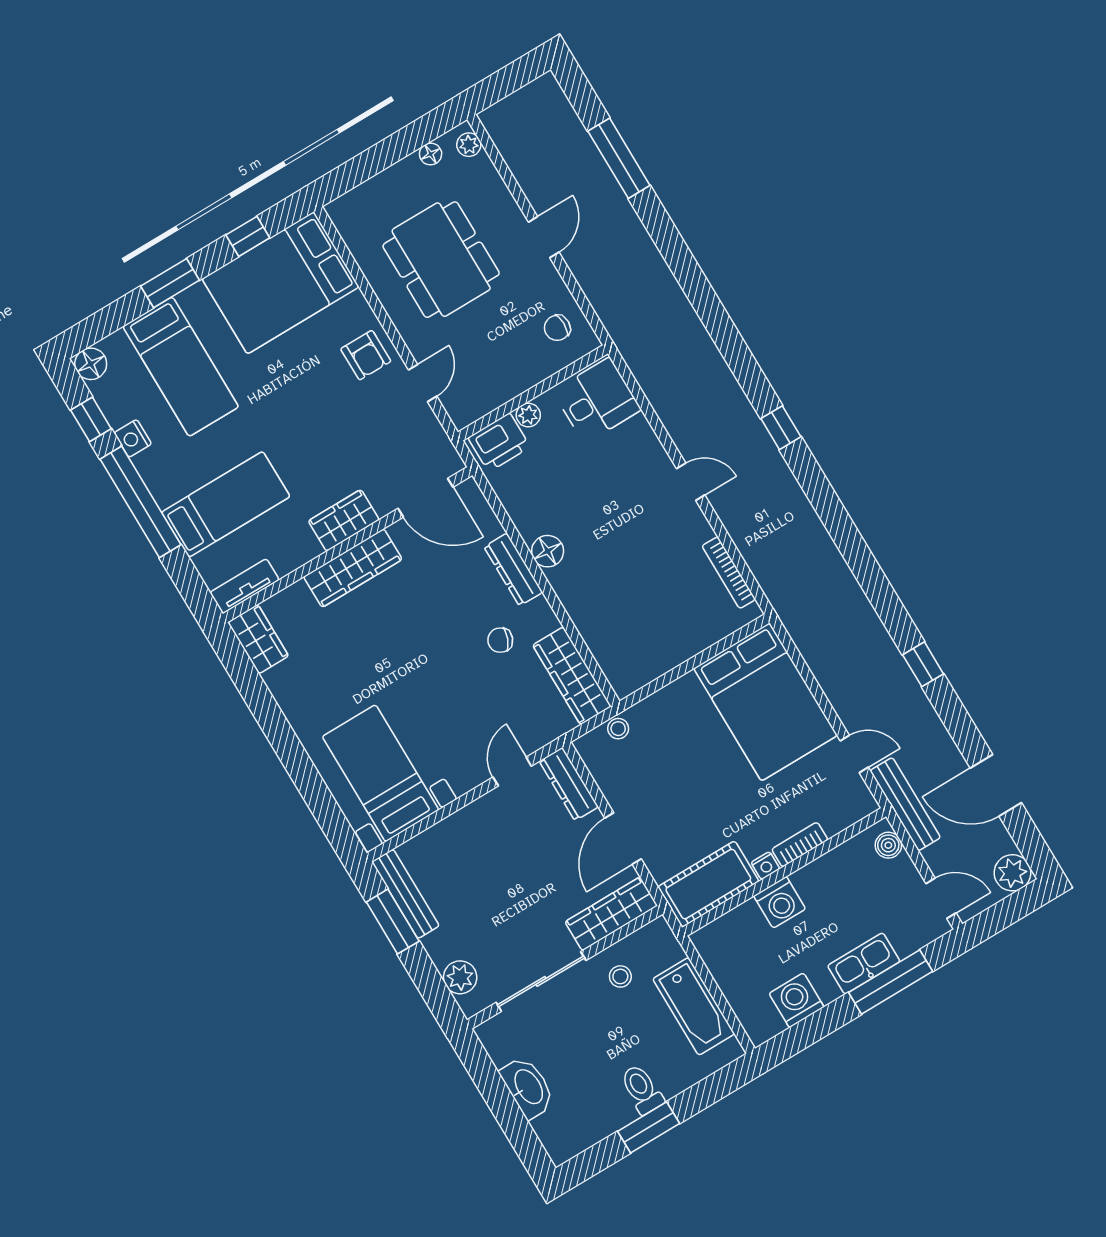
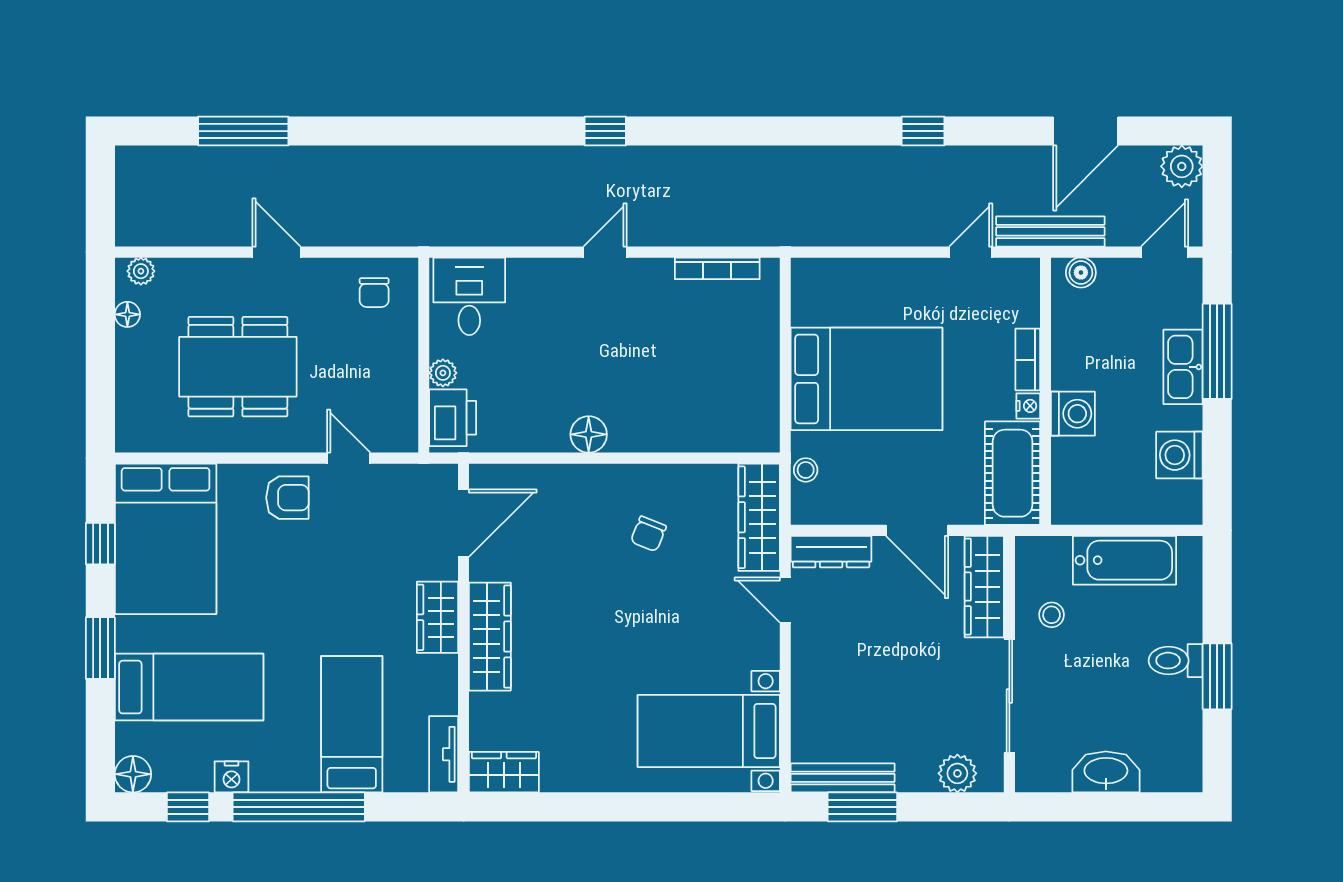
dresser: (513, 570) -> (587, 479), removed
wardrobe: (572, 676) -> (759, 517), moved, turned 90
bed: (765, 702) -> (867, 379), moved

